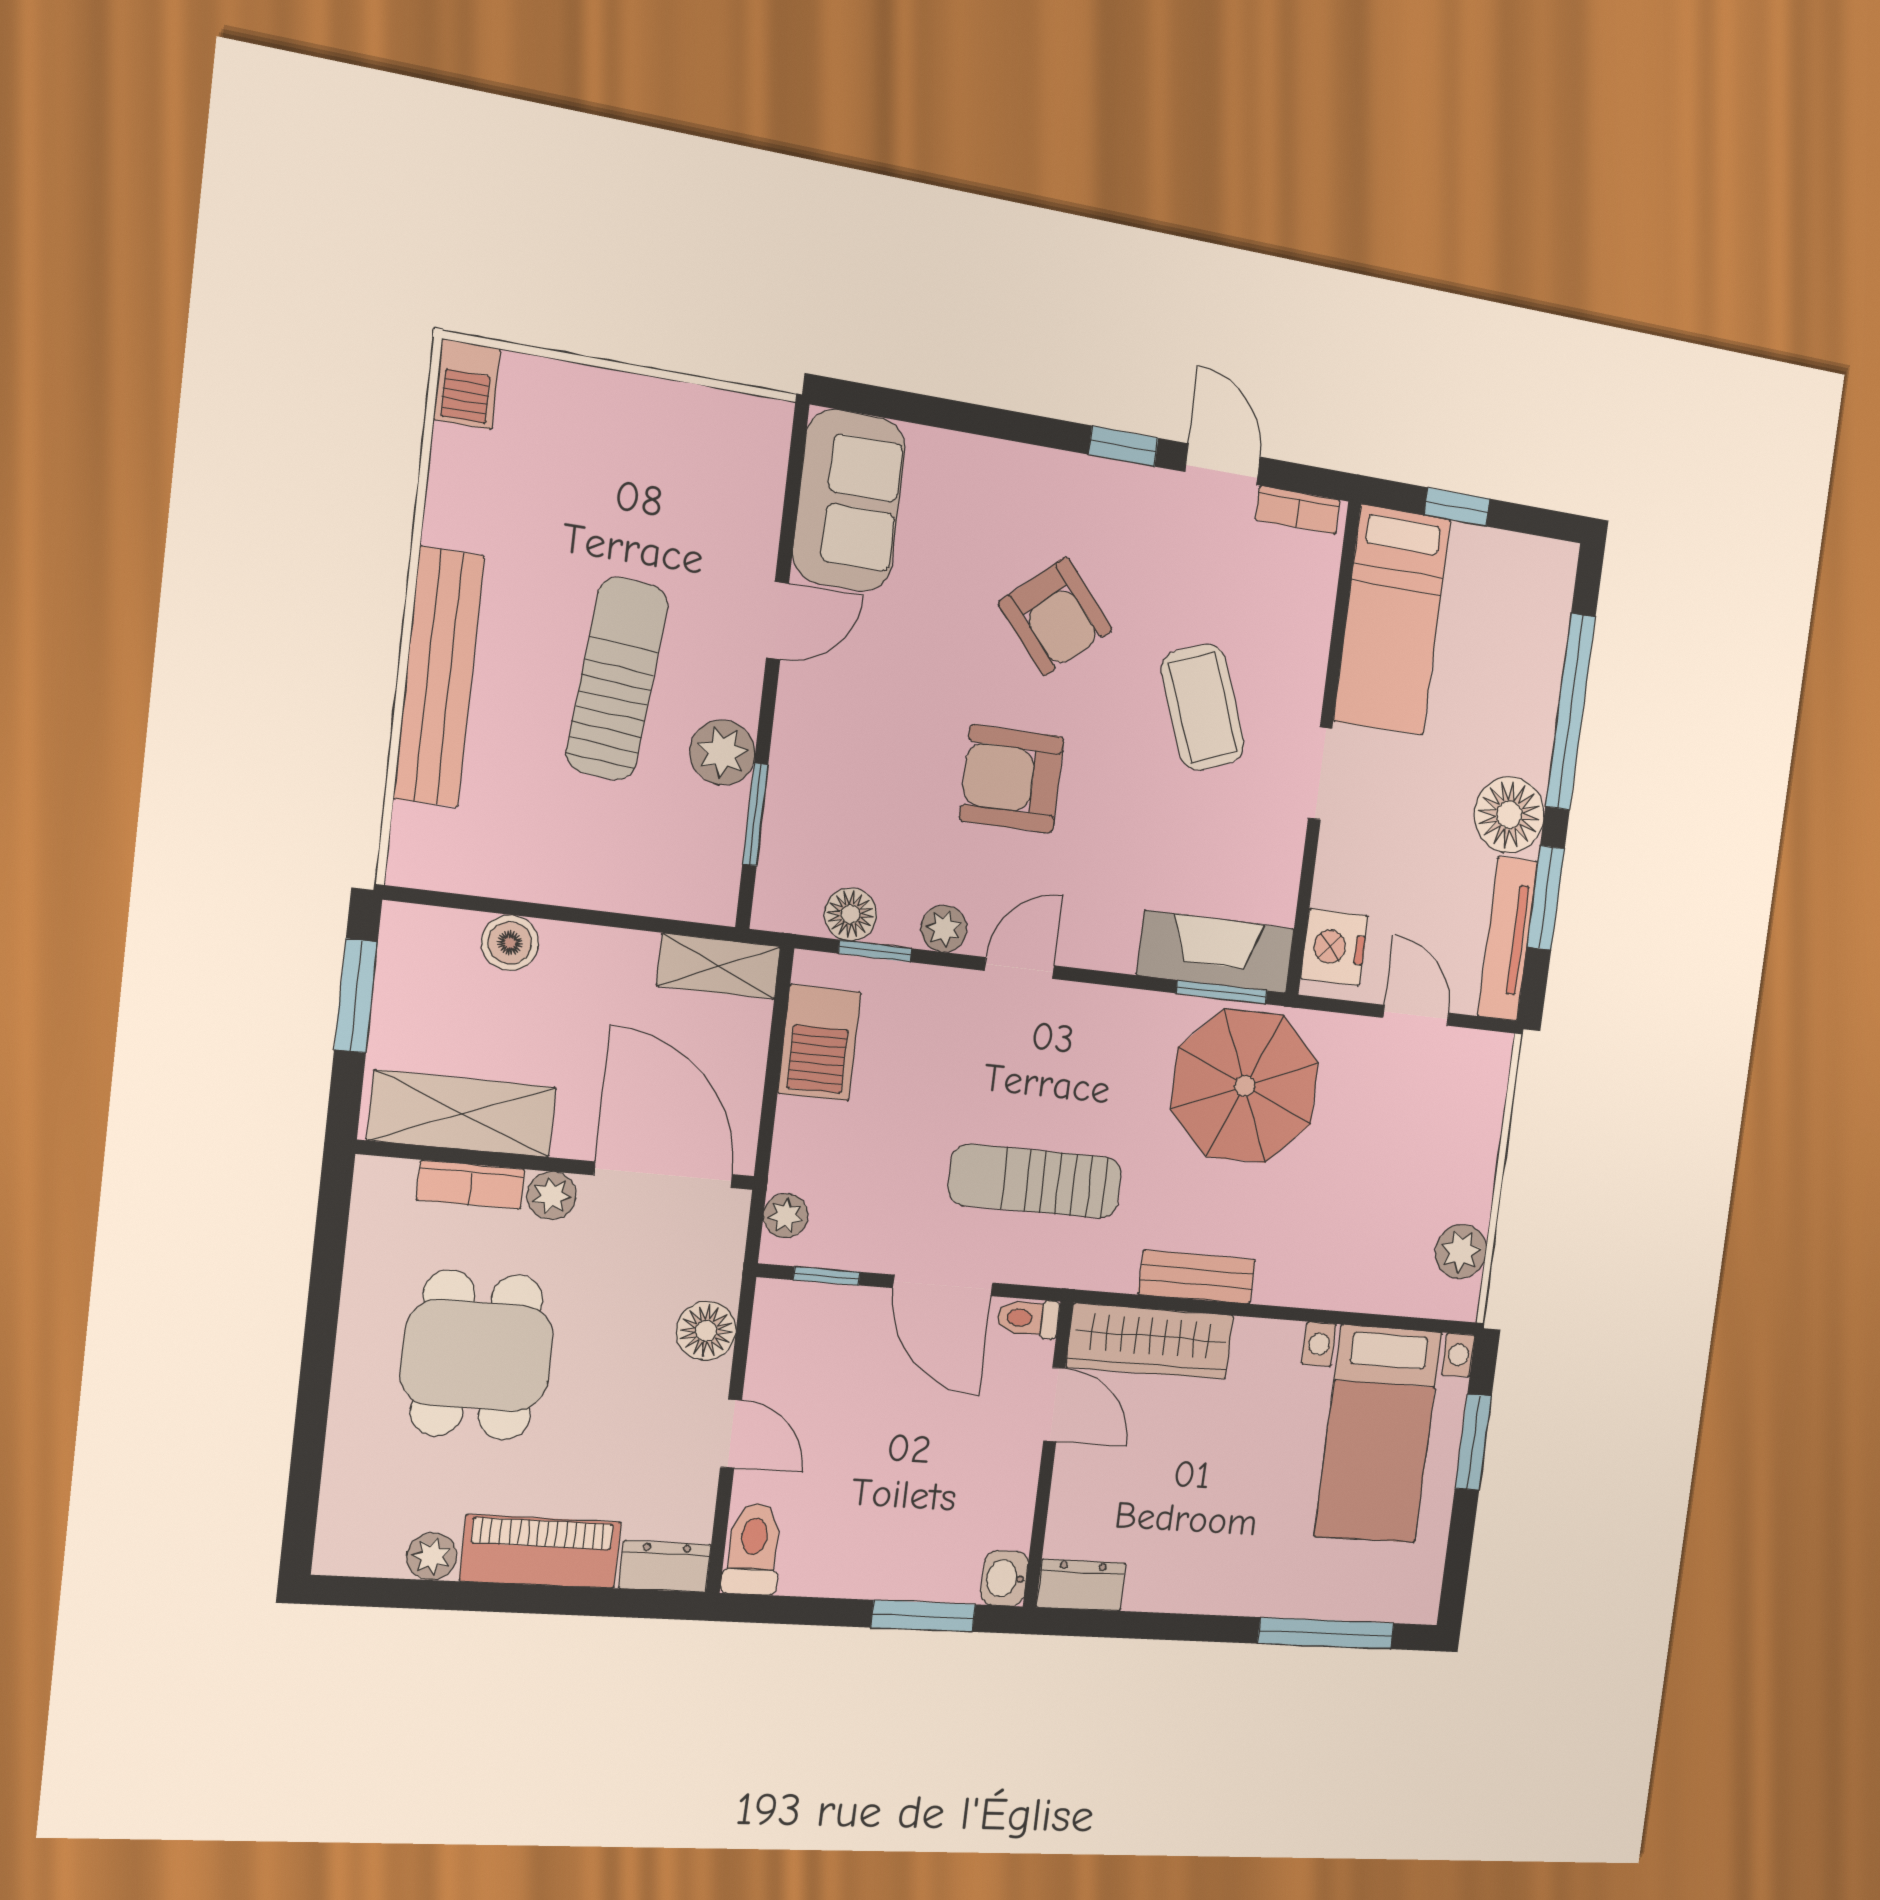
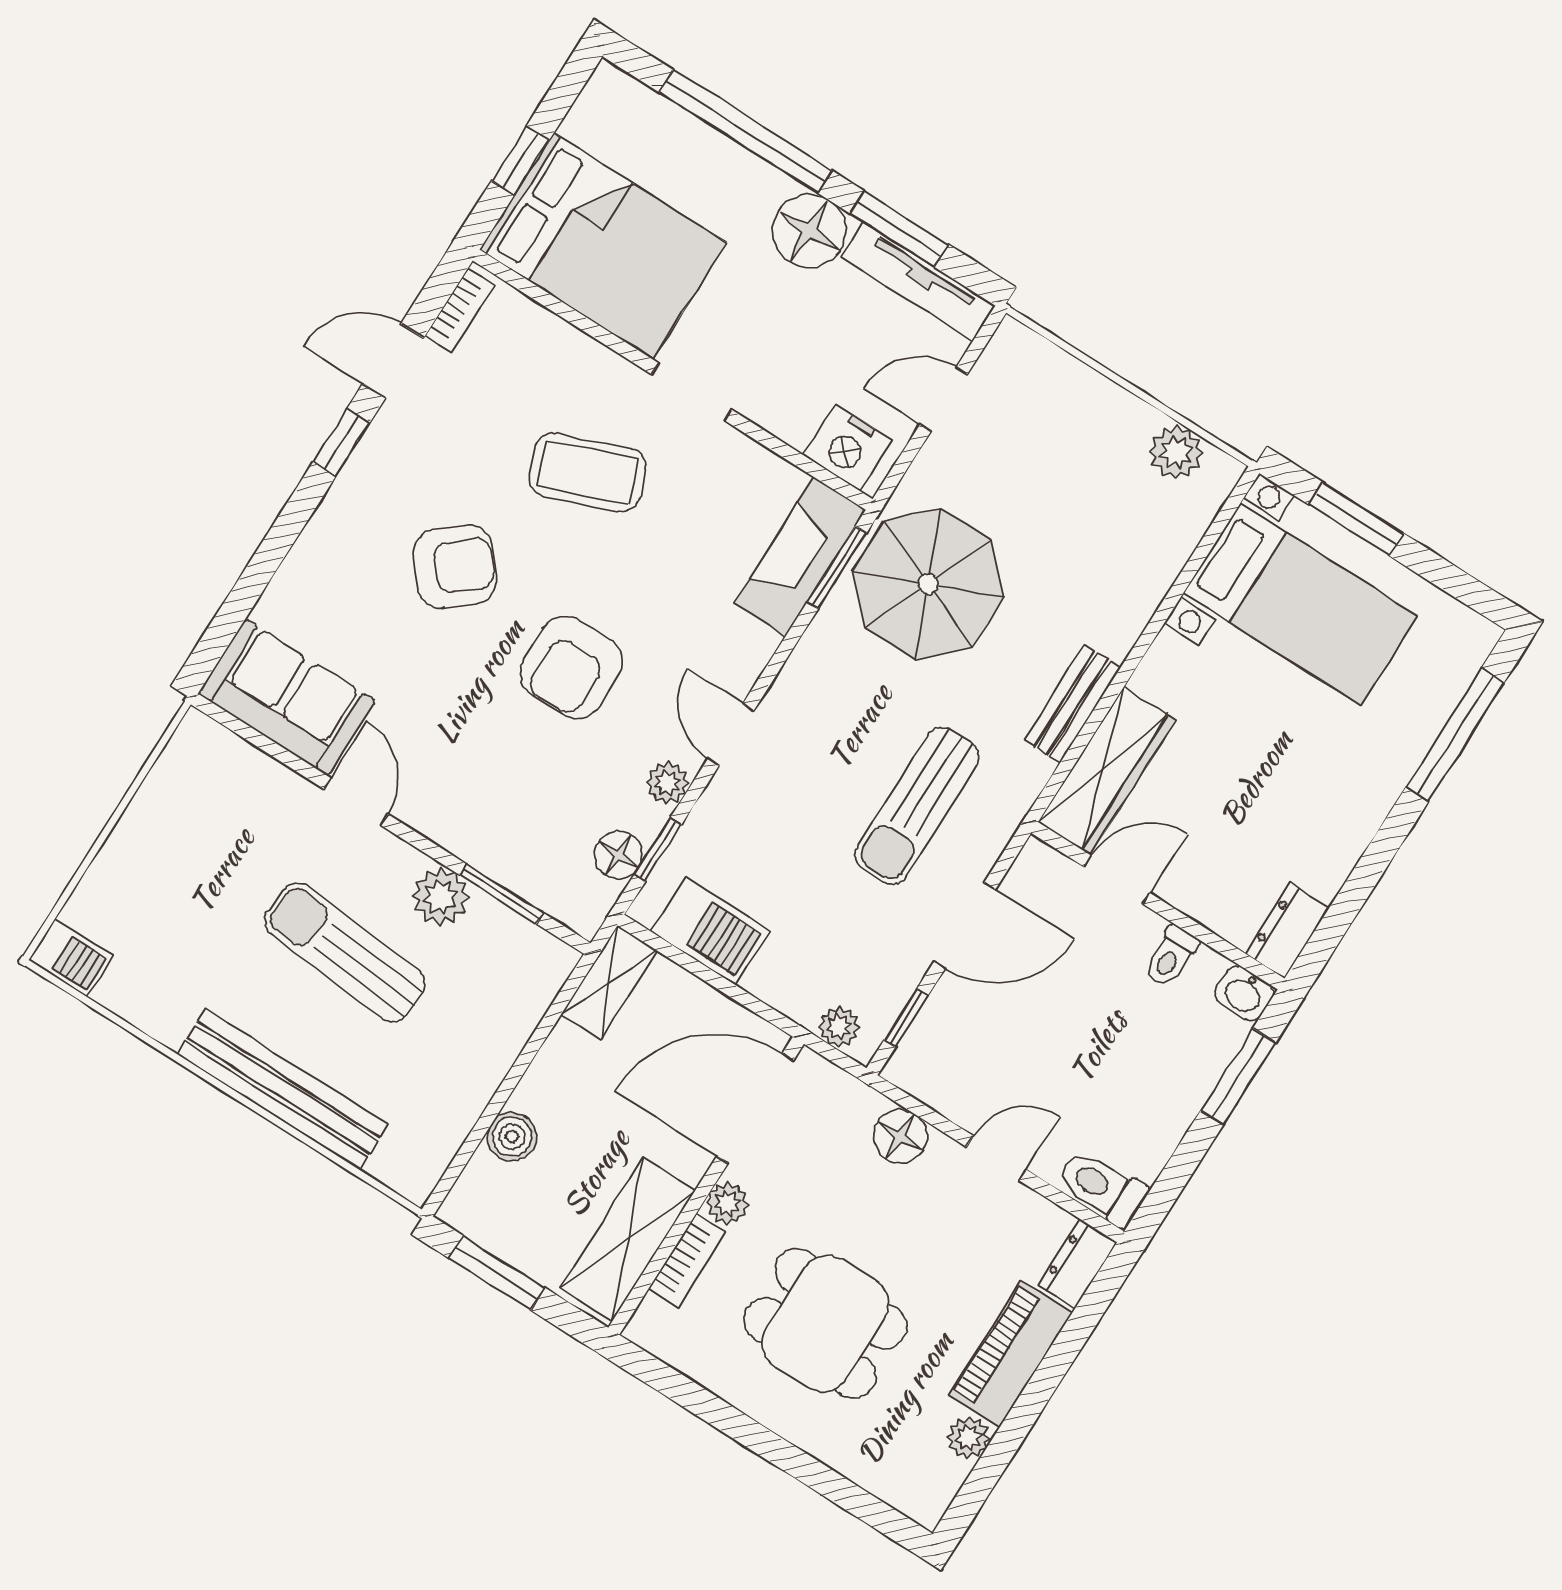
bed: (1392, 620) -> (603, 246), width x1.50
toilet: (1028, 1318) -> (1171, 956), moved

